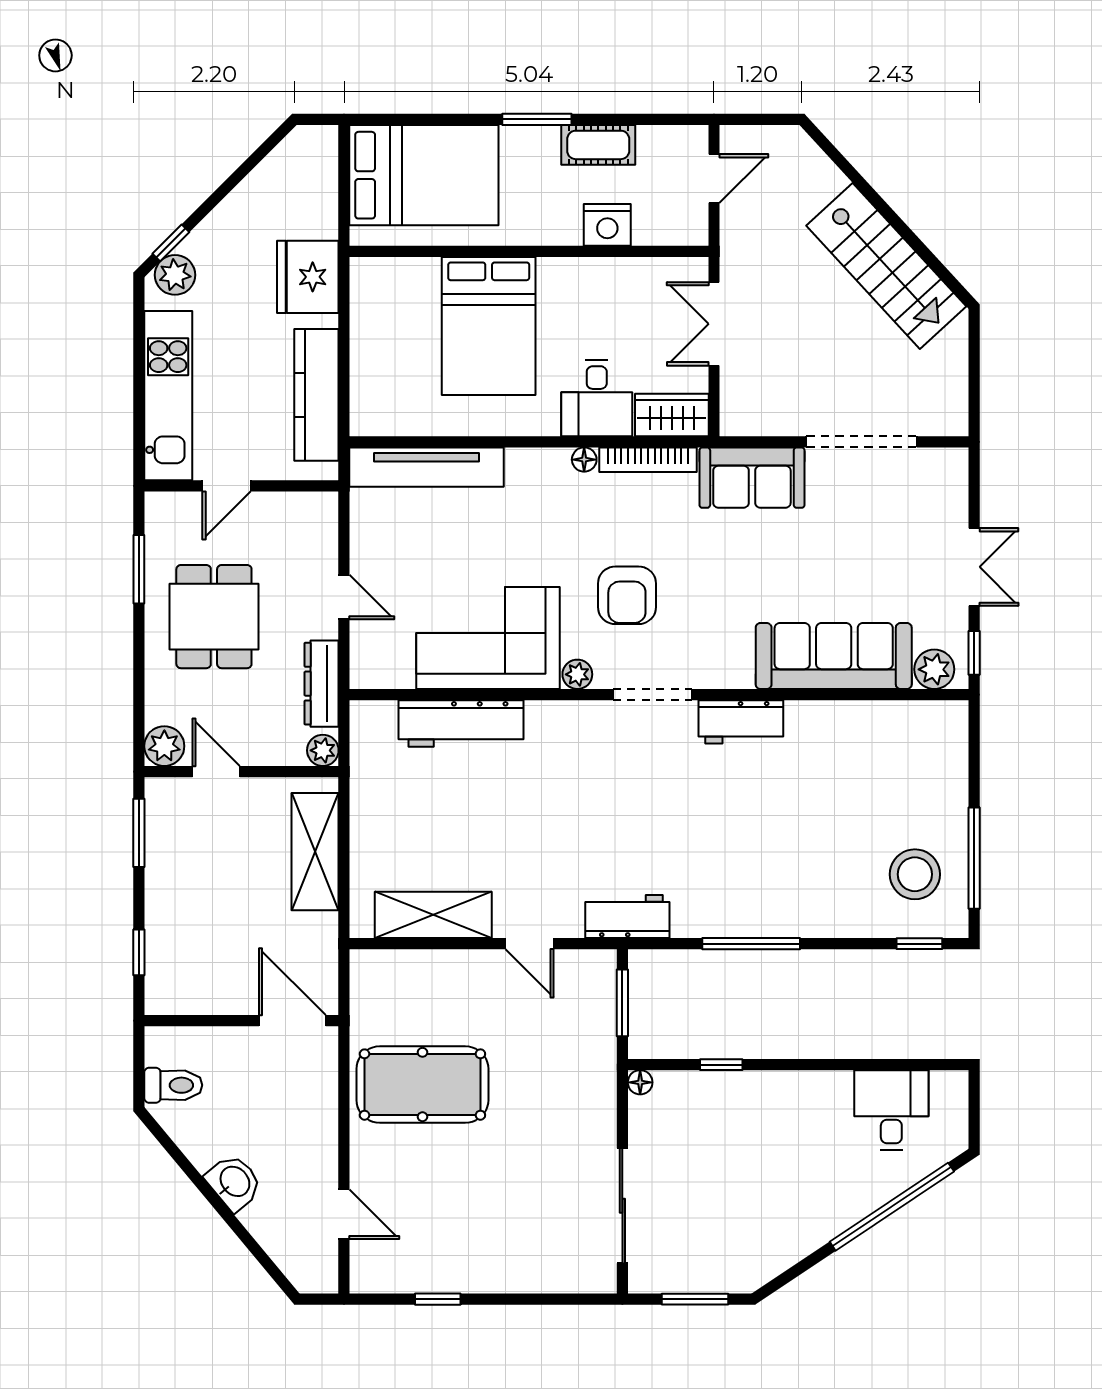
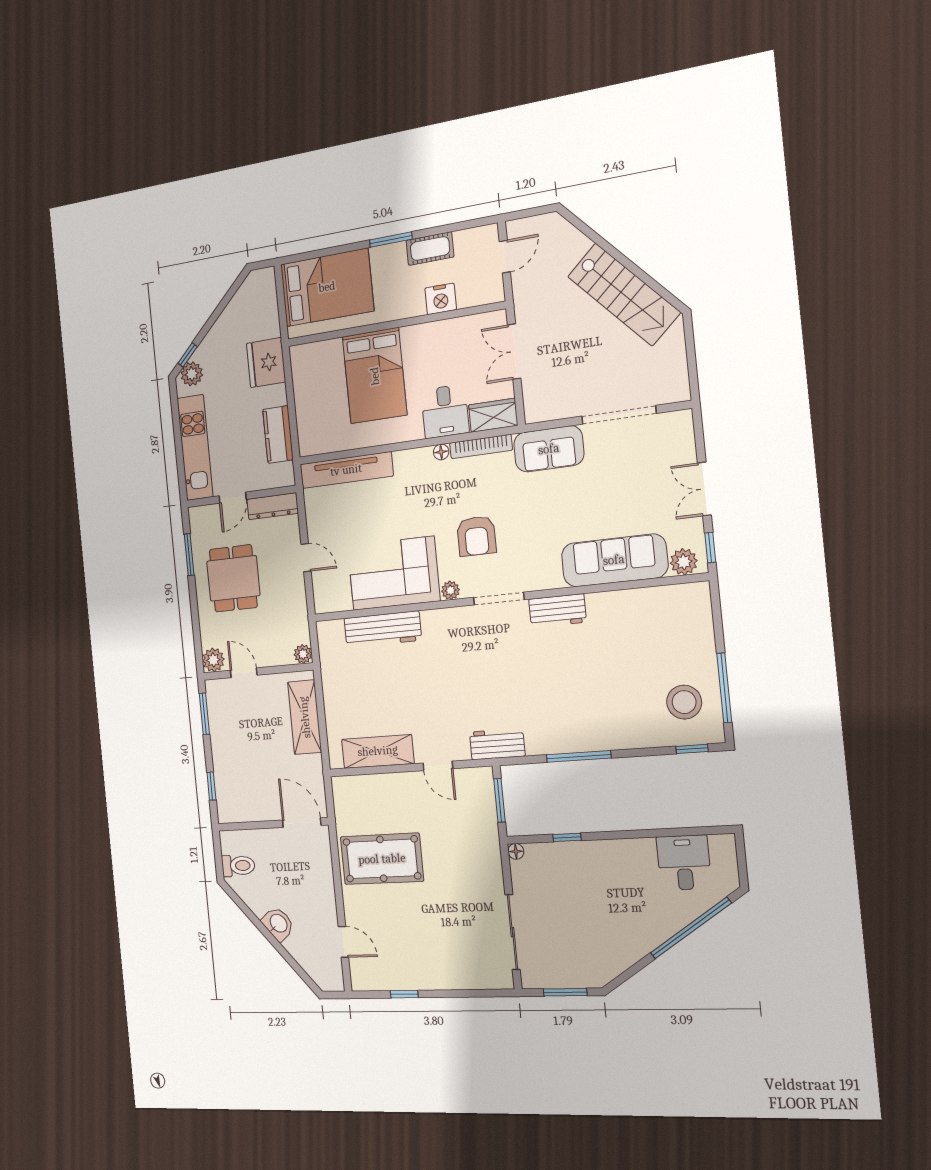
kitchen counter: (316, 395) -> (278, 434), width x0.67
double door: (974, 567) -> (704, 489), swing flipped
dresser: (322, 684) -> (273, 506), moved, turned -90

